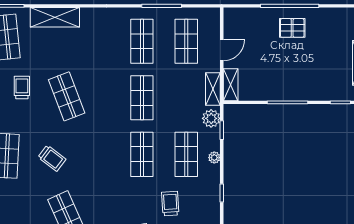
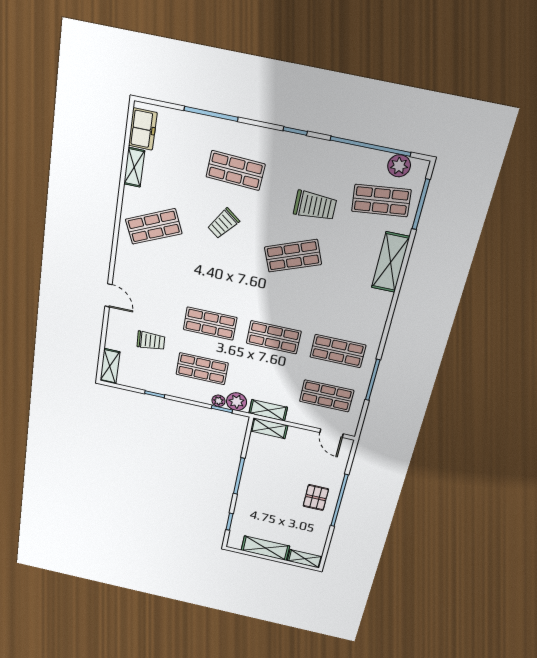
door: (222, 50) -> (331, 433), moved
trolley: (22, 87) -> (315, 206), width x1.36, depth x1.39
plant: (214, 158) -> (218, 401), moved

